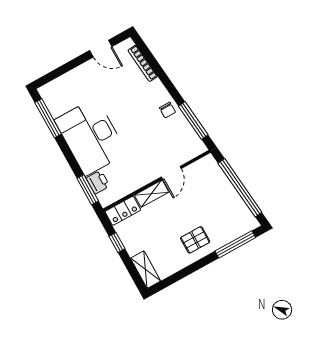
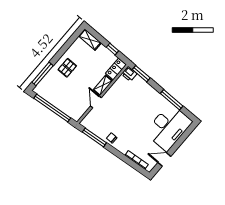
window: (48, 118) -> (172, 100), moved
desk: (91, 137) -> (168, 127), moved, turned 90
printer: (98, 182) -> (129, 74), moved

